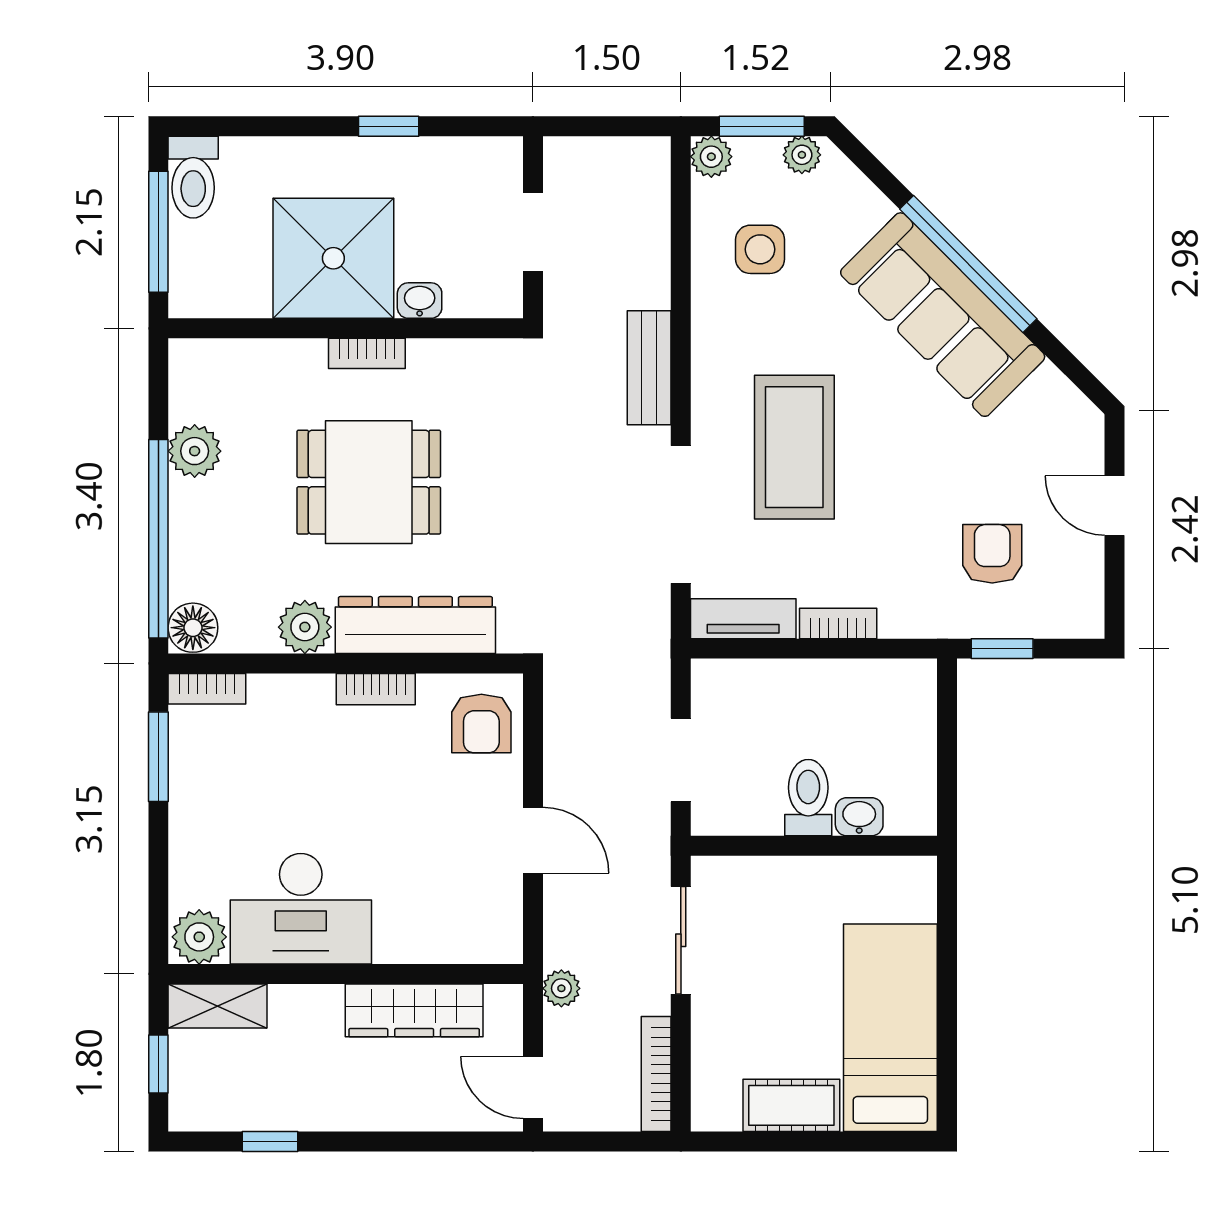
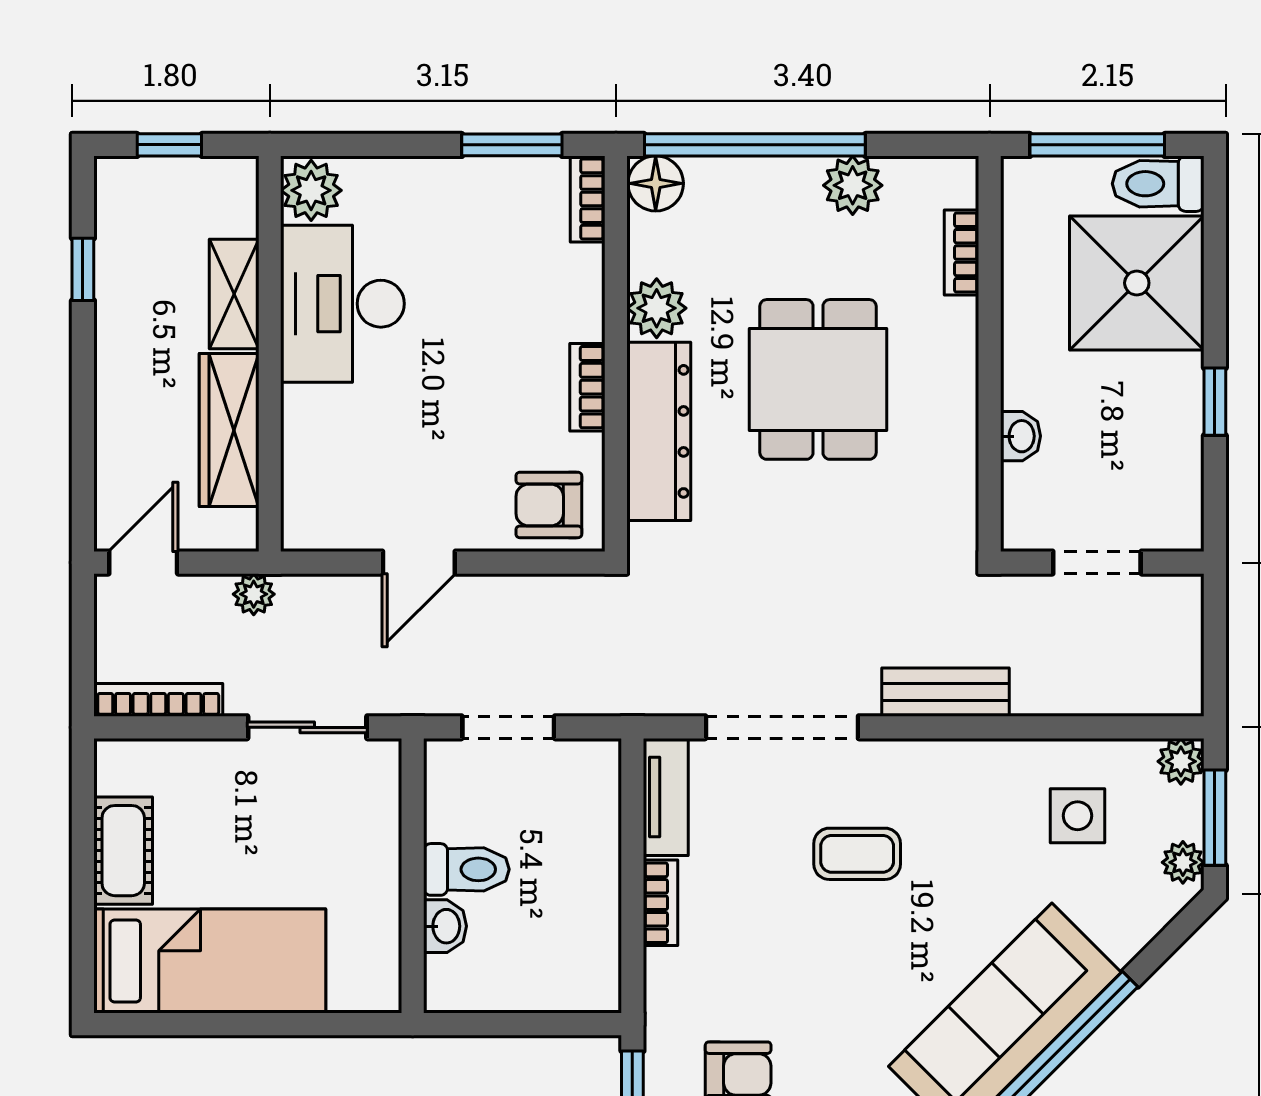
shower: (333, 258) -> (1137, 283), moved
bookcase: (367, 353) -> (962, 253), moved
coffee table: (794, 447) -> (857, 854), width x0.54, depth x0.58
shelving: (217, 1006) -> (234, 294), moved

